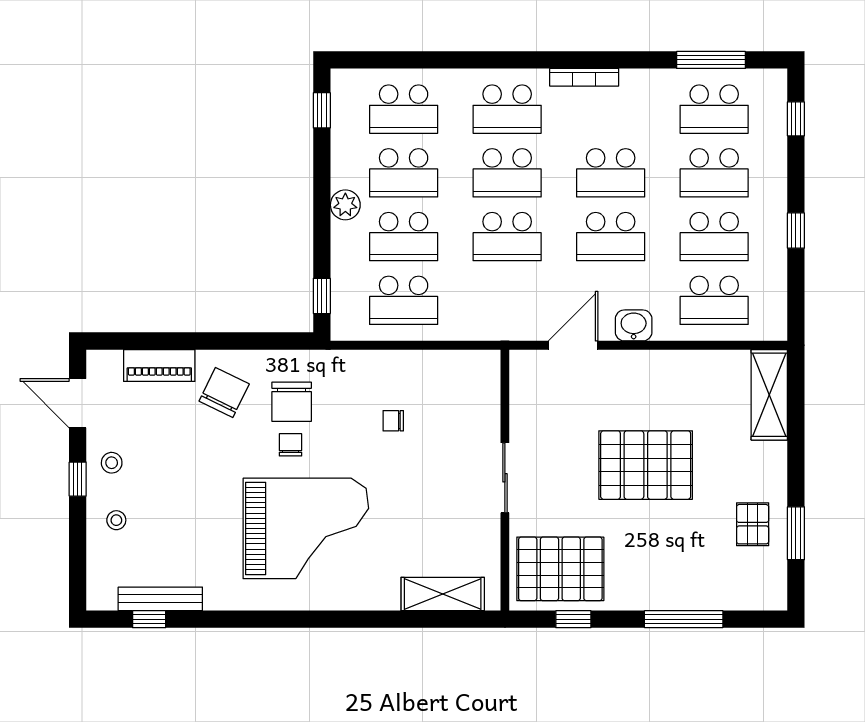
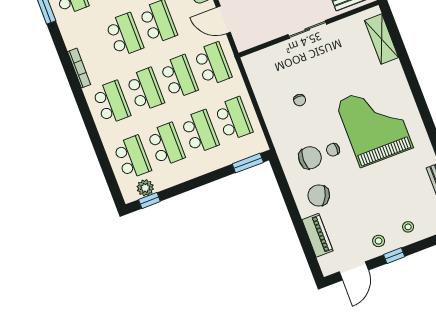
plant: (345, 205) -> (145, 188), moved
window: (322, 296) -> (248, 163), width x1.50
school desk: (507, 300) -> (213, 64), added

